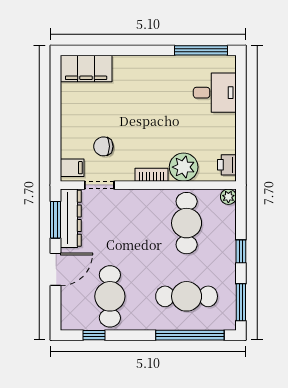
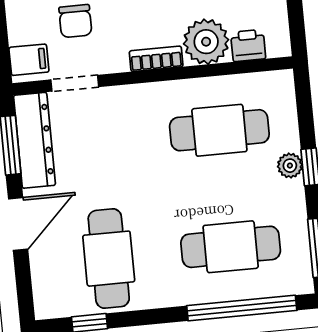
chair: (103, 146) -> (75, 21), turned -90
printer: (227, 165) -> (248, 45), moved, turned 90
plant: (228, 197) -> (290, 166), moved
cafe table: (187, 223) -> (219, 130), turned 90

